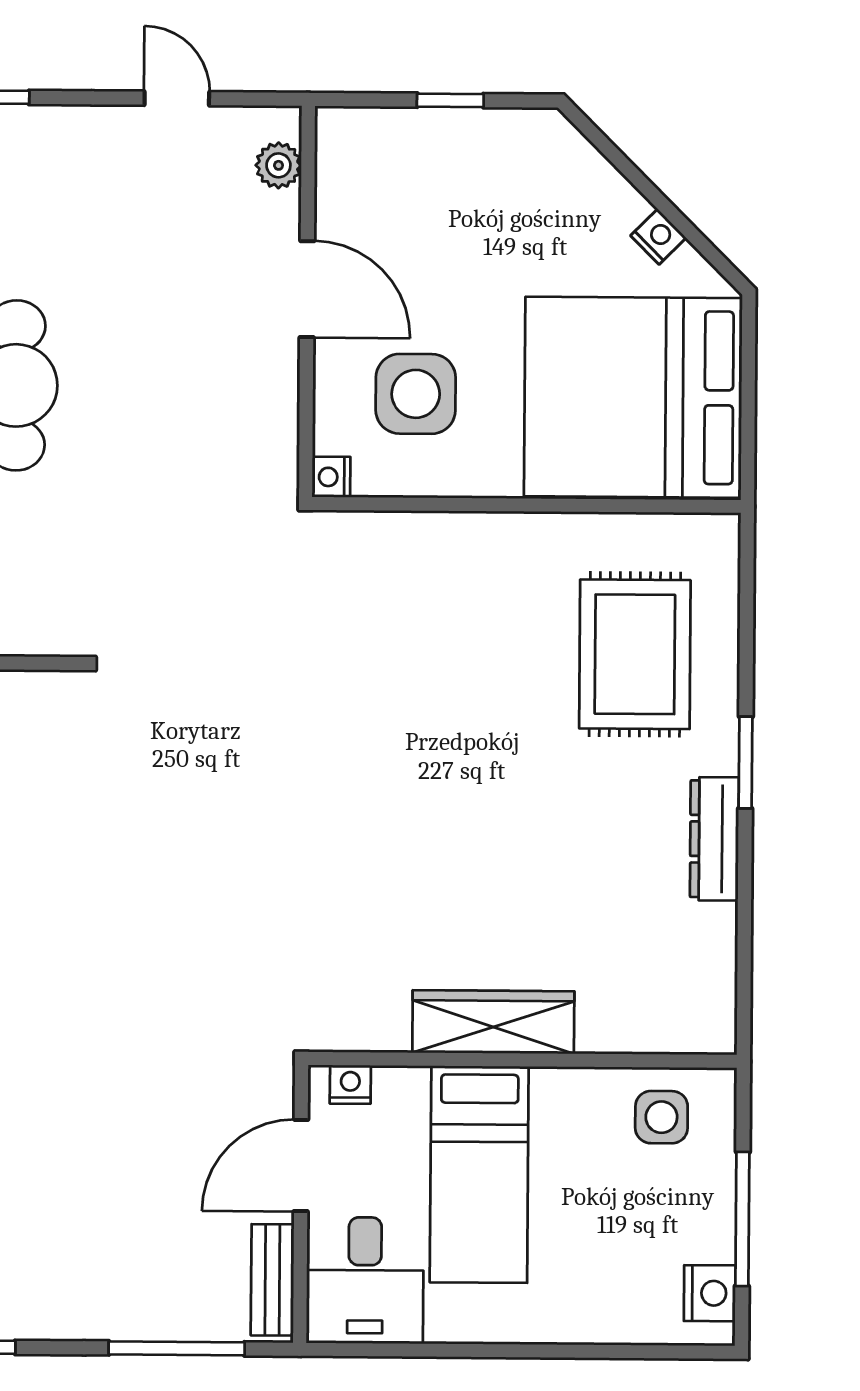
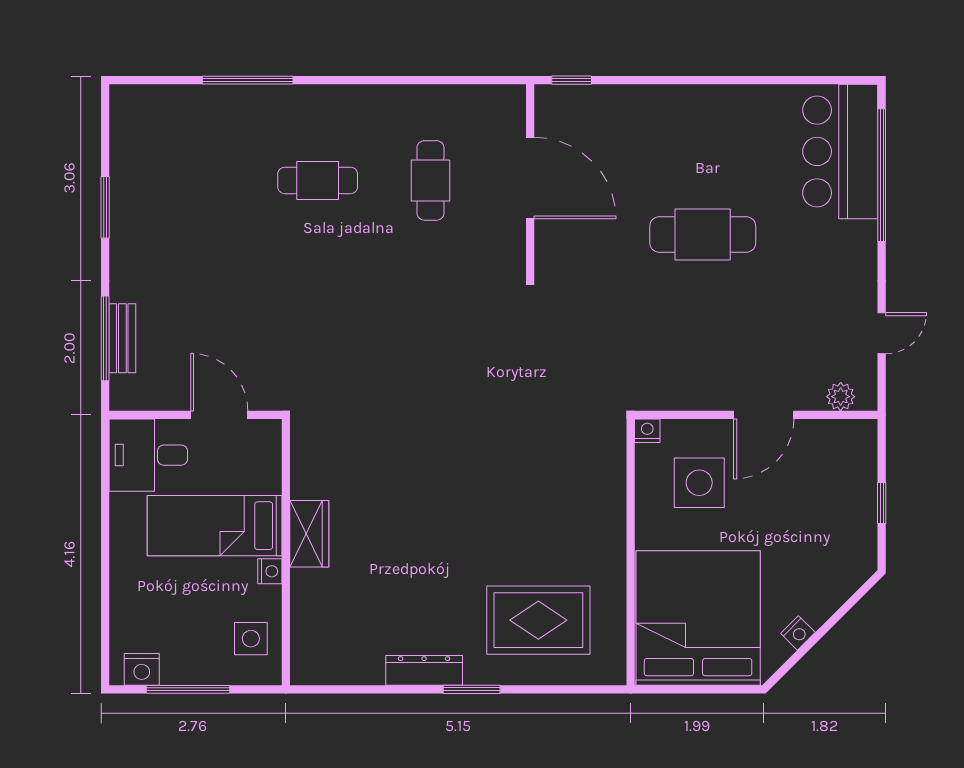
wardrobe: (493, 1022) -> (309, 534), width x0.67
nightstand: (350, 1084) -> (270, 571), moved
bench: (272, 1280) -> (122, 338), moved, turned 90

